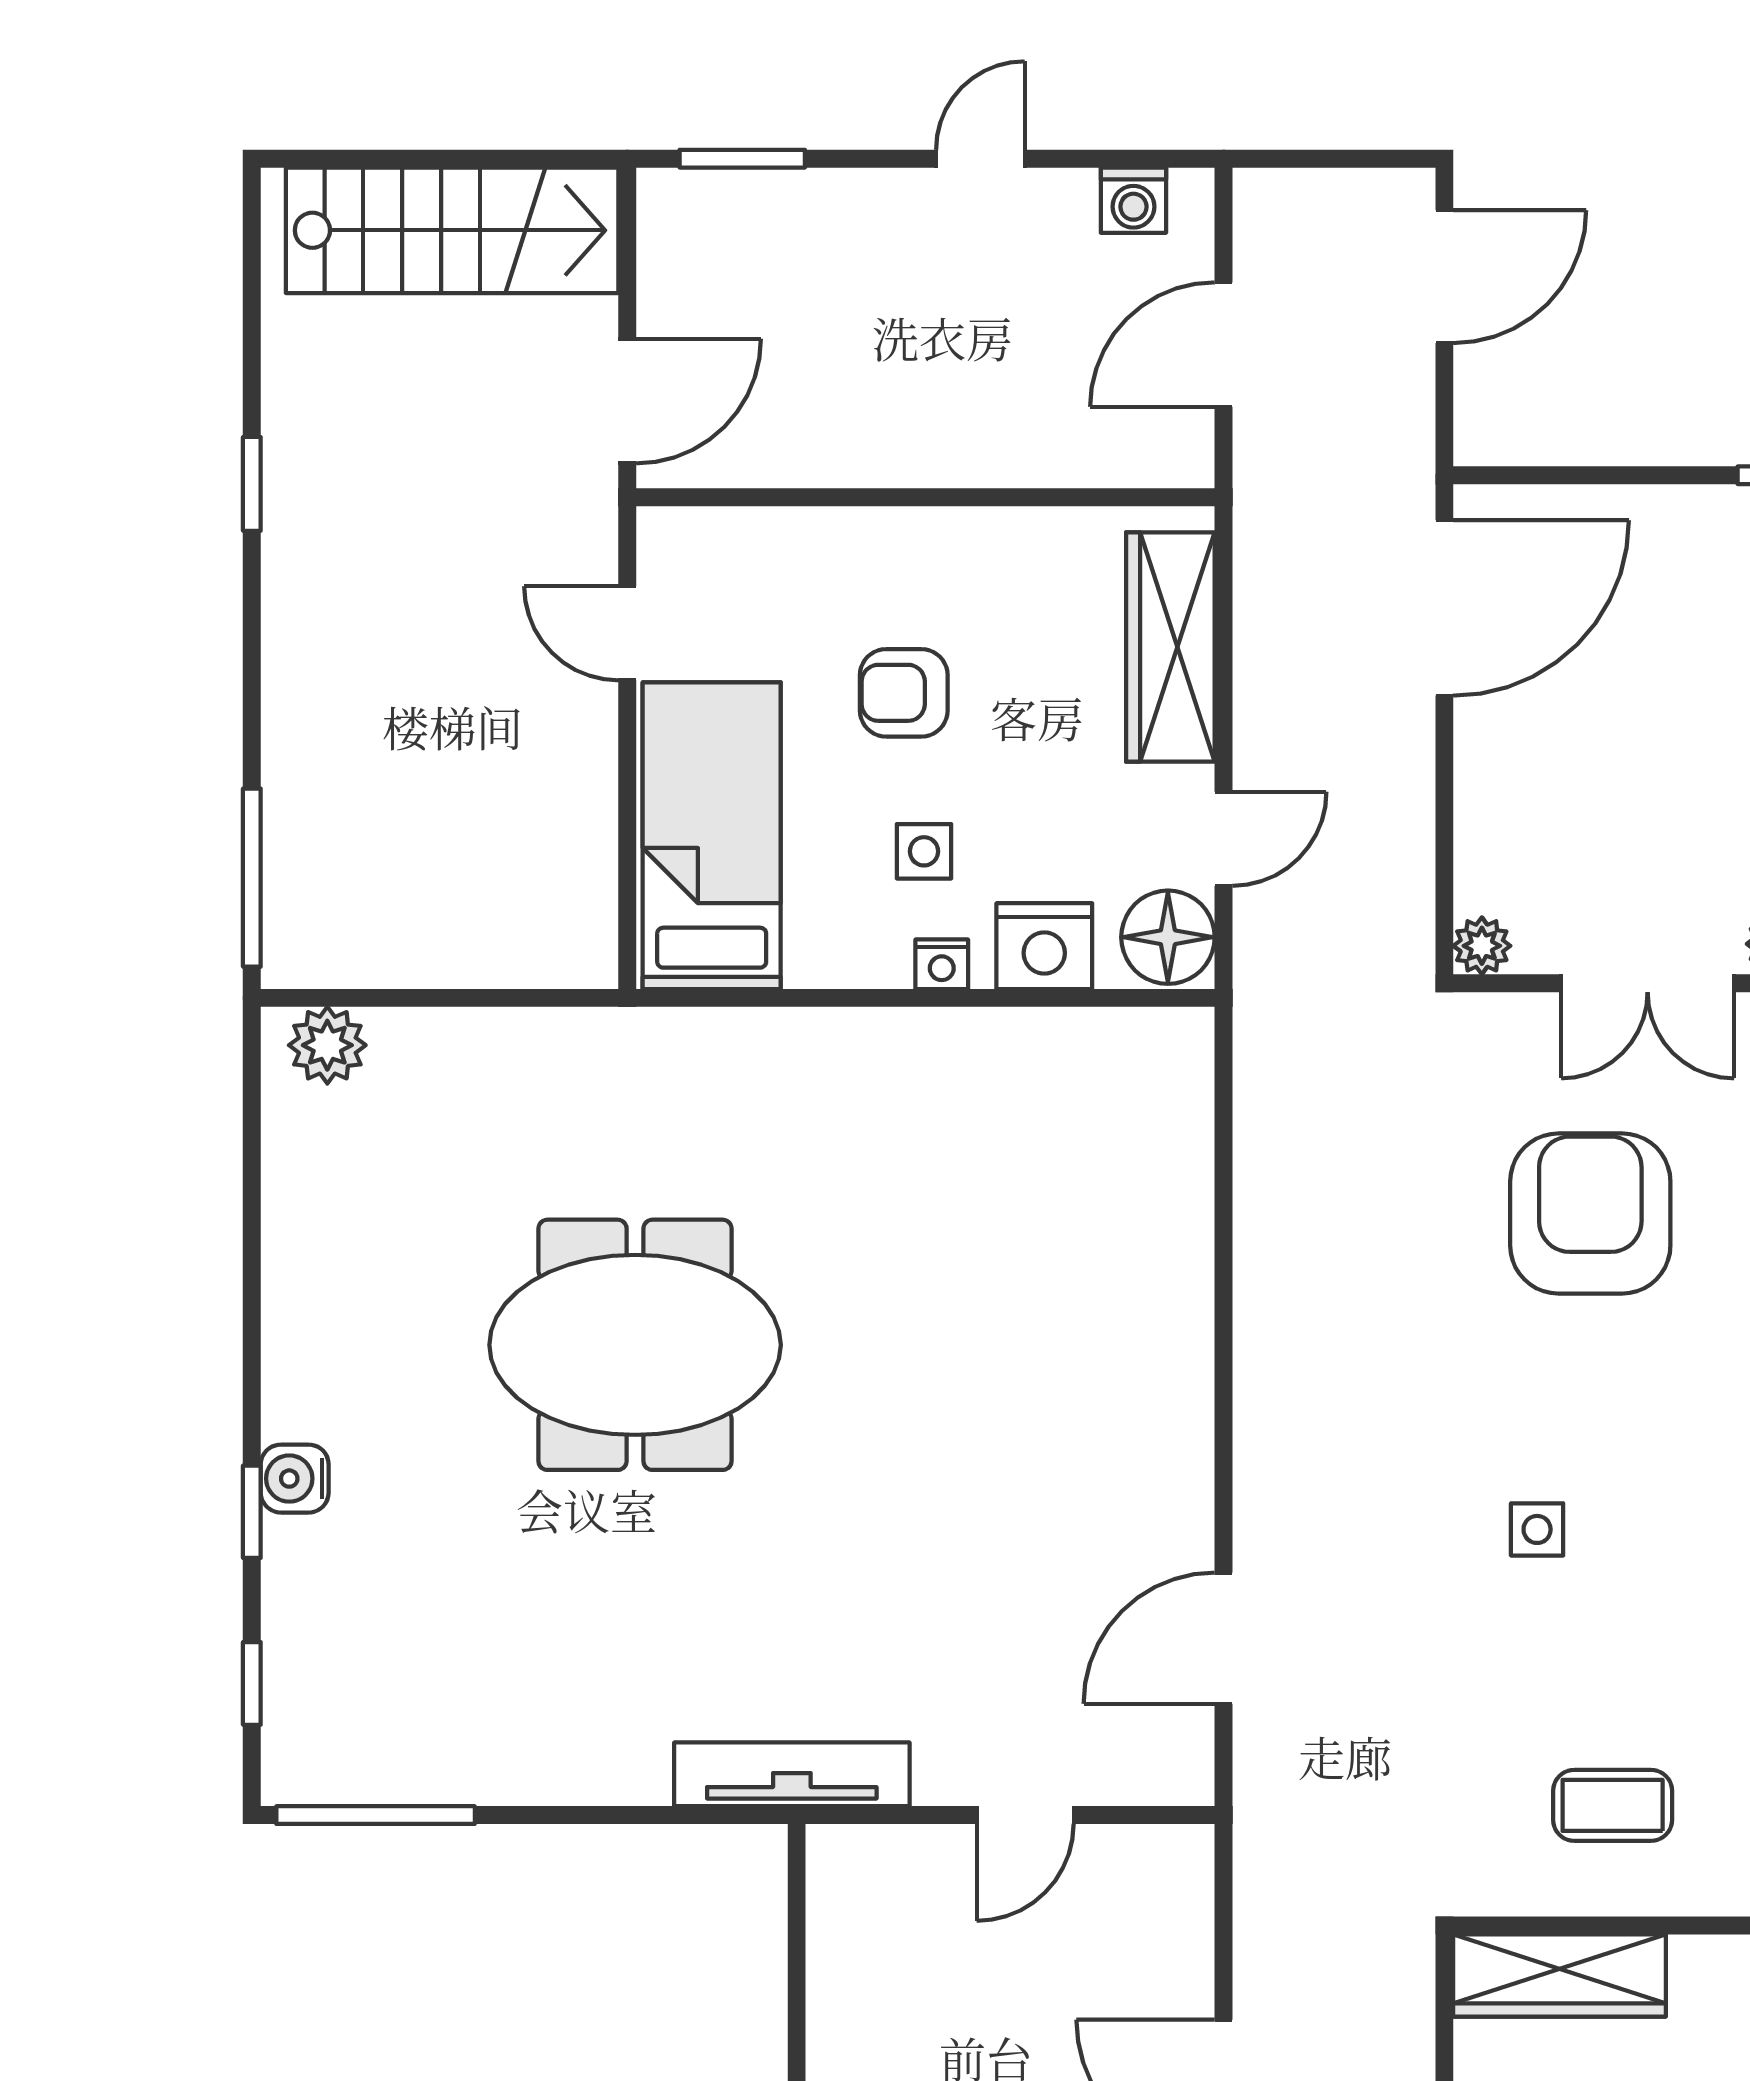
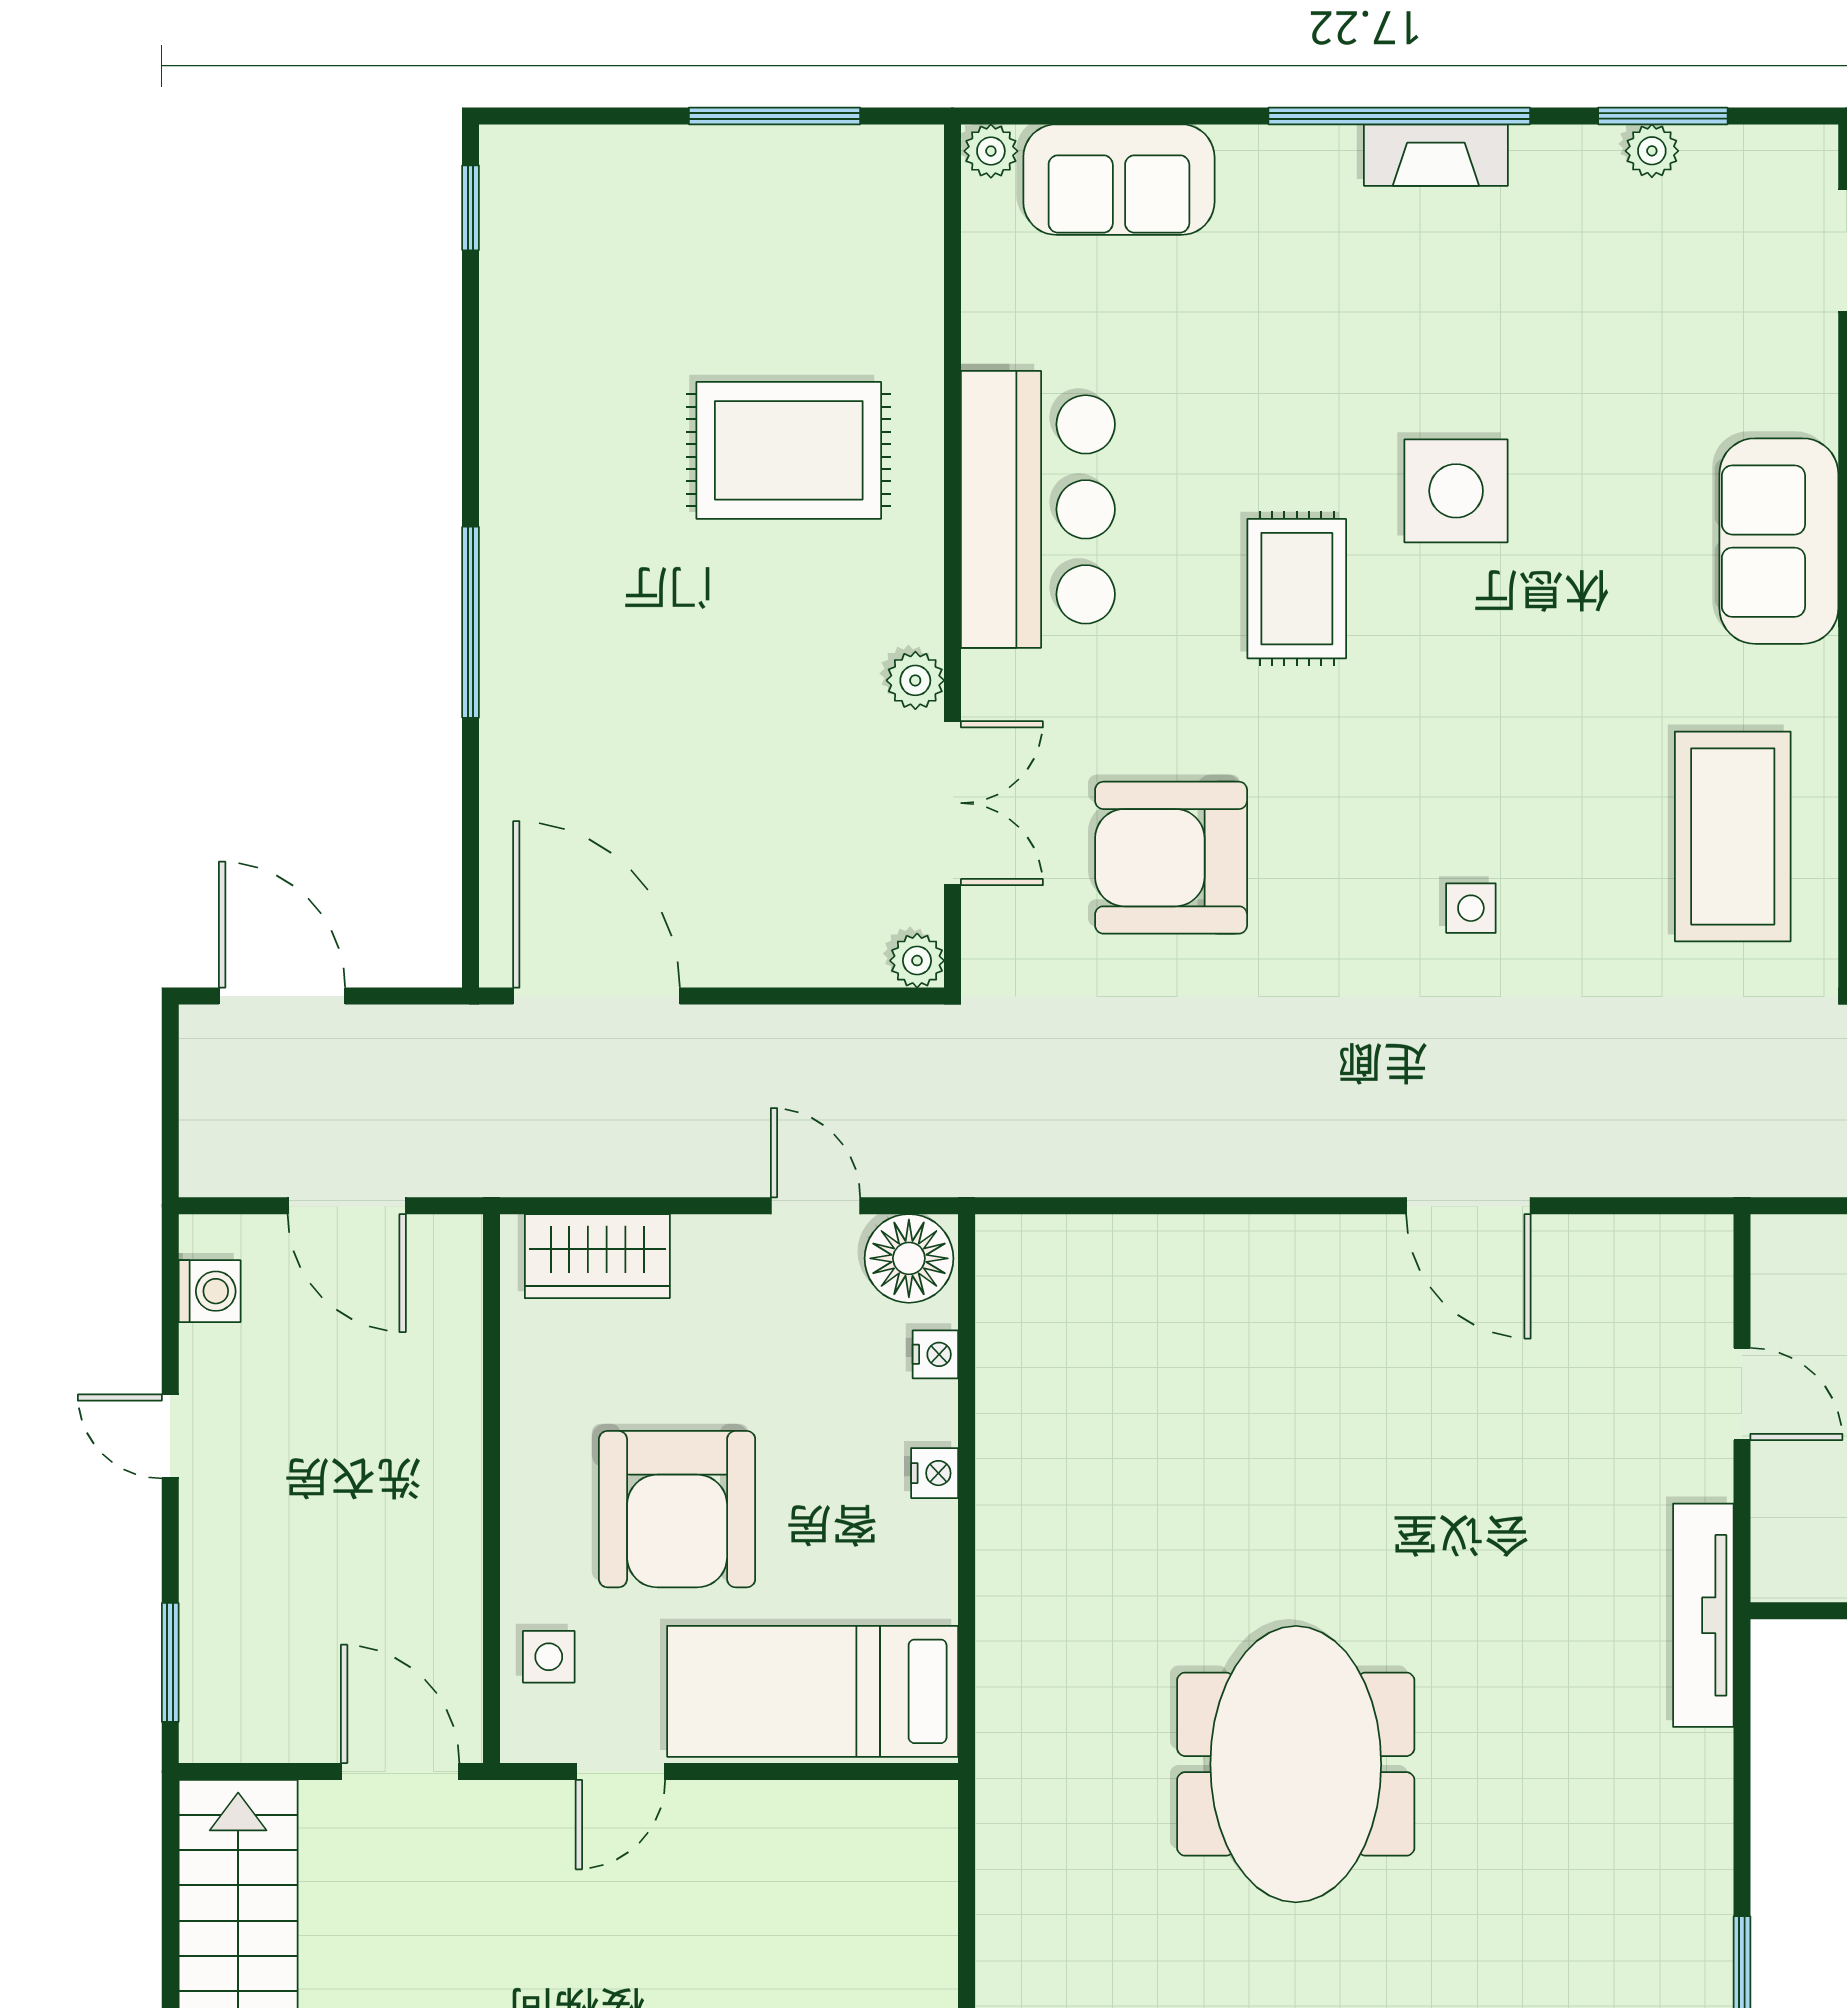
wardrobe: (1170, 647) -> (597, 1256), width x0.67
armchair: (904, 693) -> (677, 1509), width x1.88, depth x1.88
side table: (924, 851) -> (549, 1657), moved
nightstand: (1044, 946) -> (935, 1354), width x0.53, depth x0.56
door: (1224, 1638) -> (1468, 1206), moved
coffee table: (1613, 1805) -> (1733, 836), width x1.86, depth x1.72

